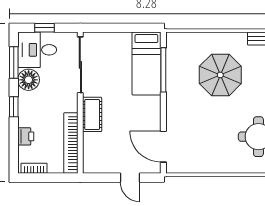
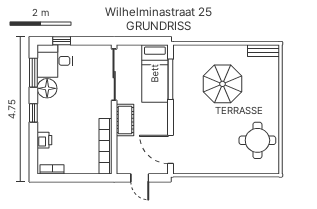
sliding door: (80, 65) -> (114, 75), moved
wall: (80, 103) -> (114, 109), moved
cot: (92, 114) -> (125, 120), moved
bookcase: (71, 143) -> (106, 146), moved

